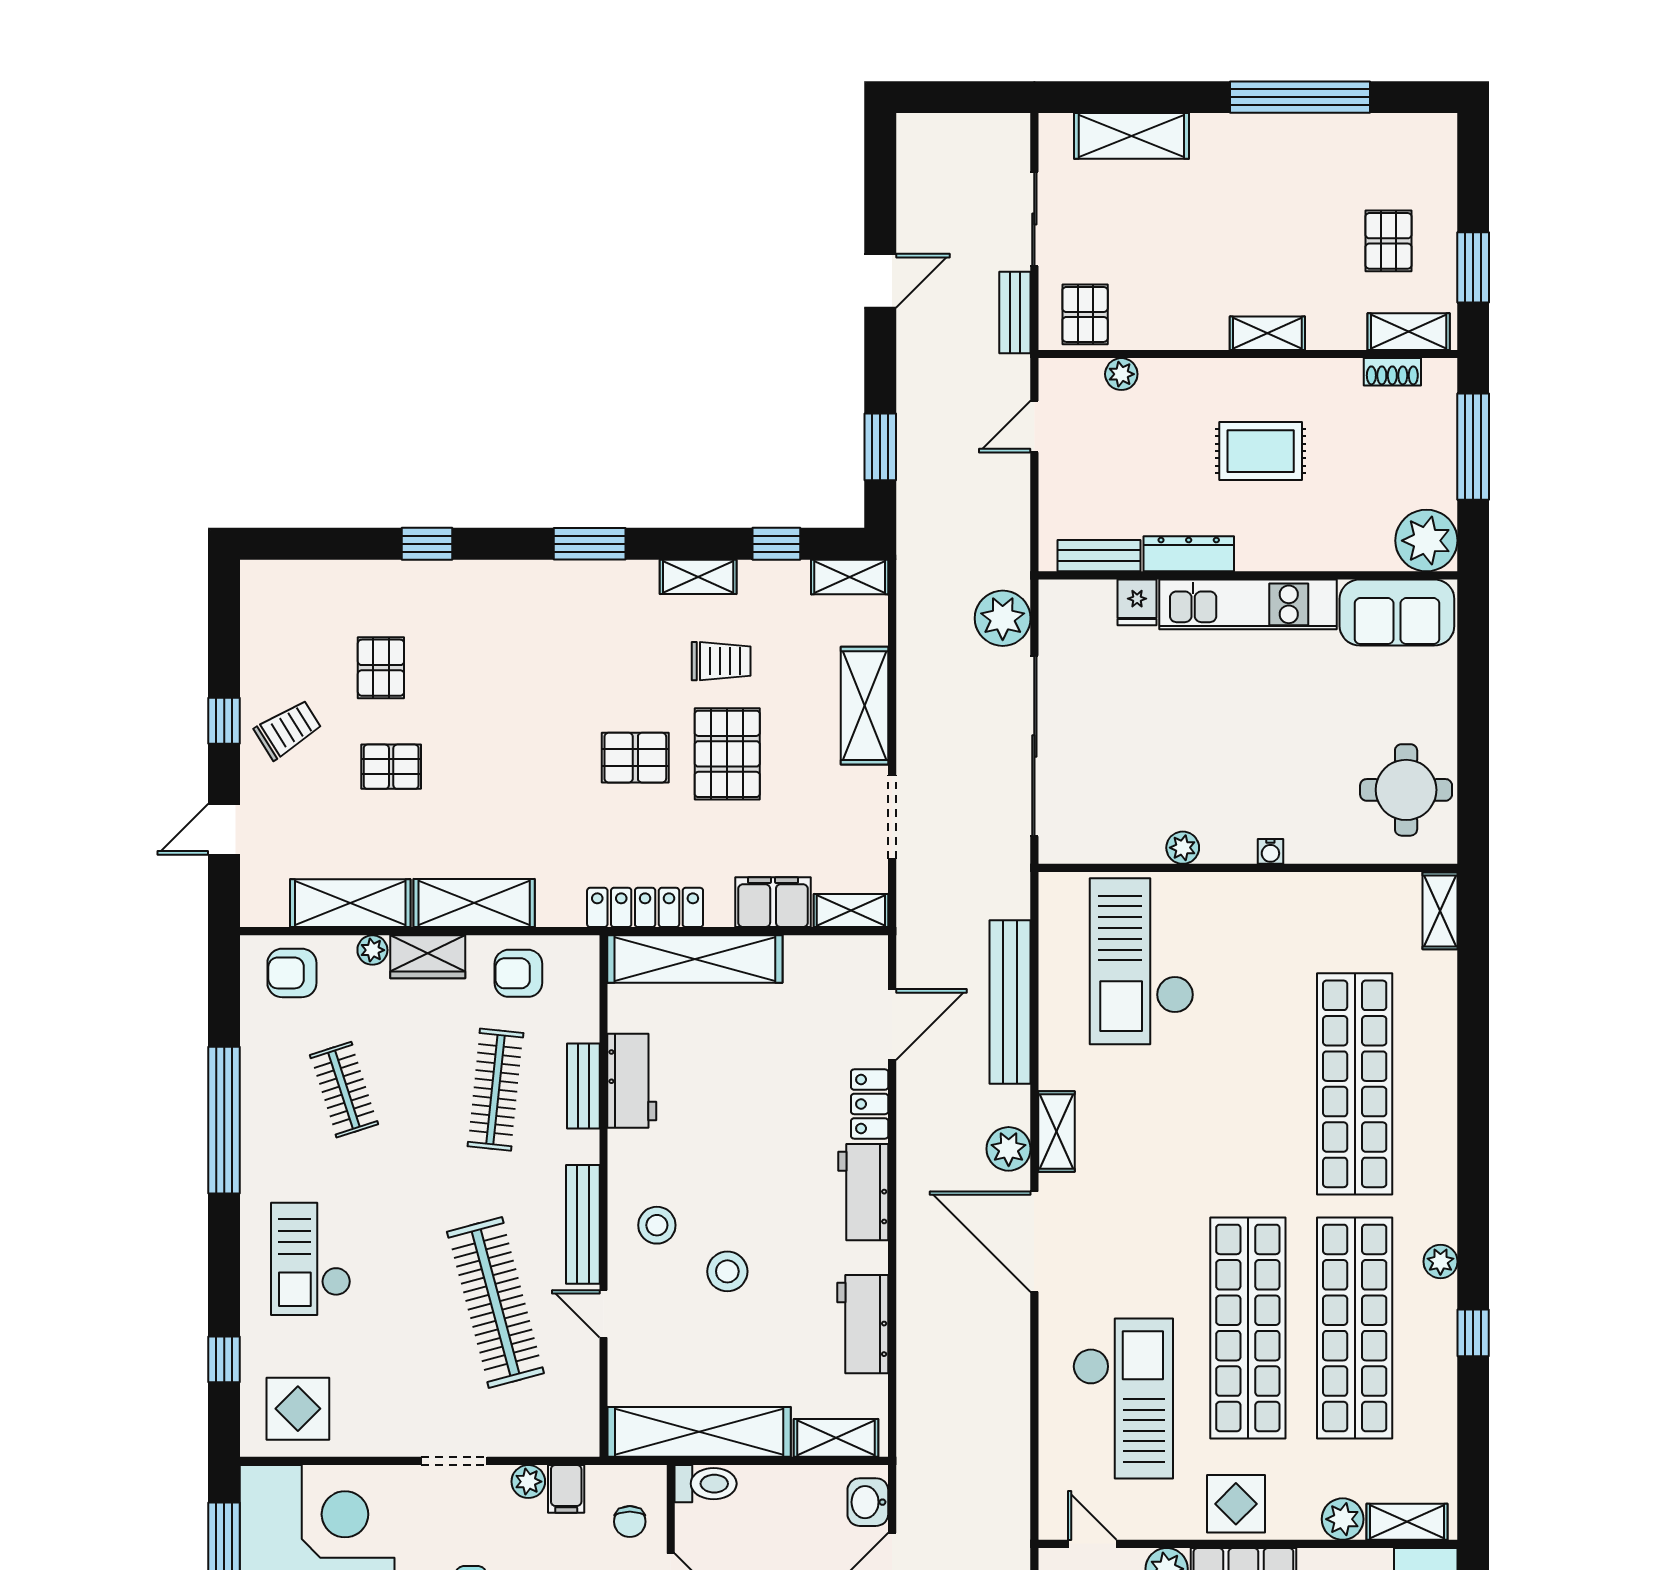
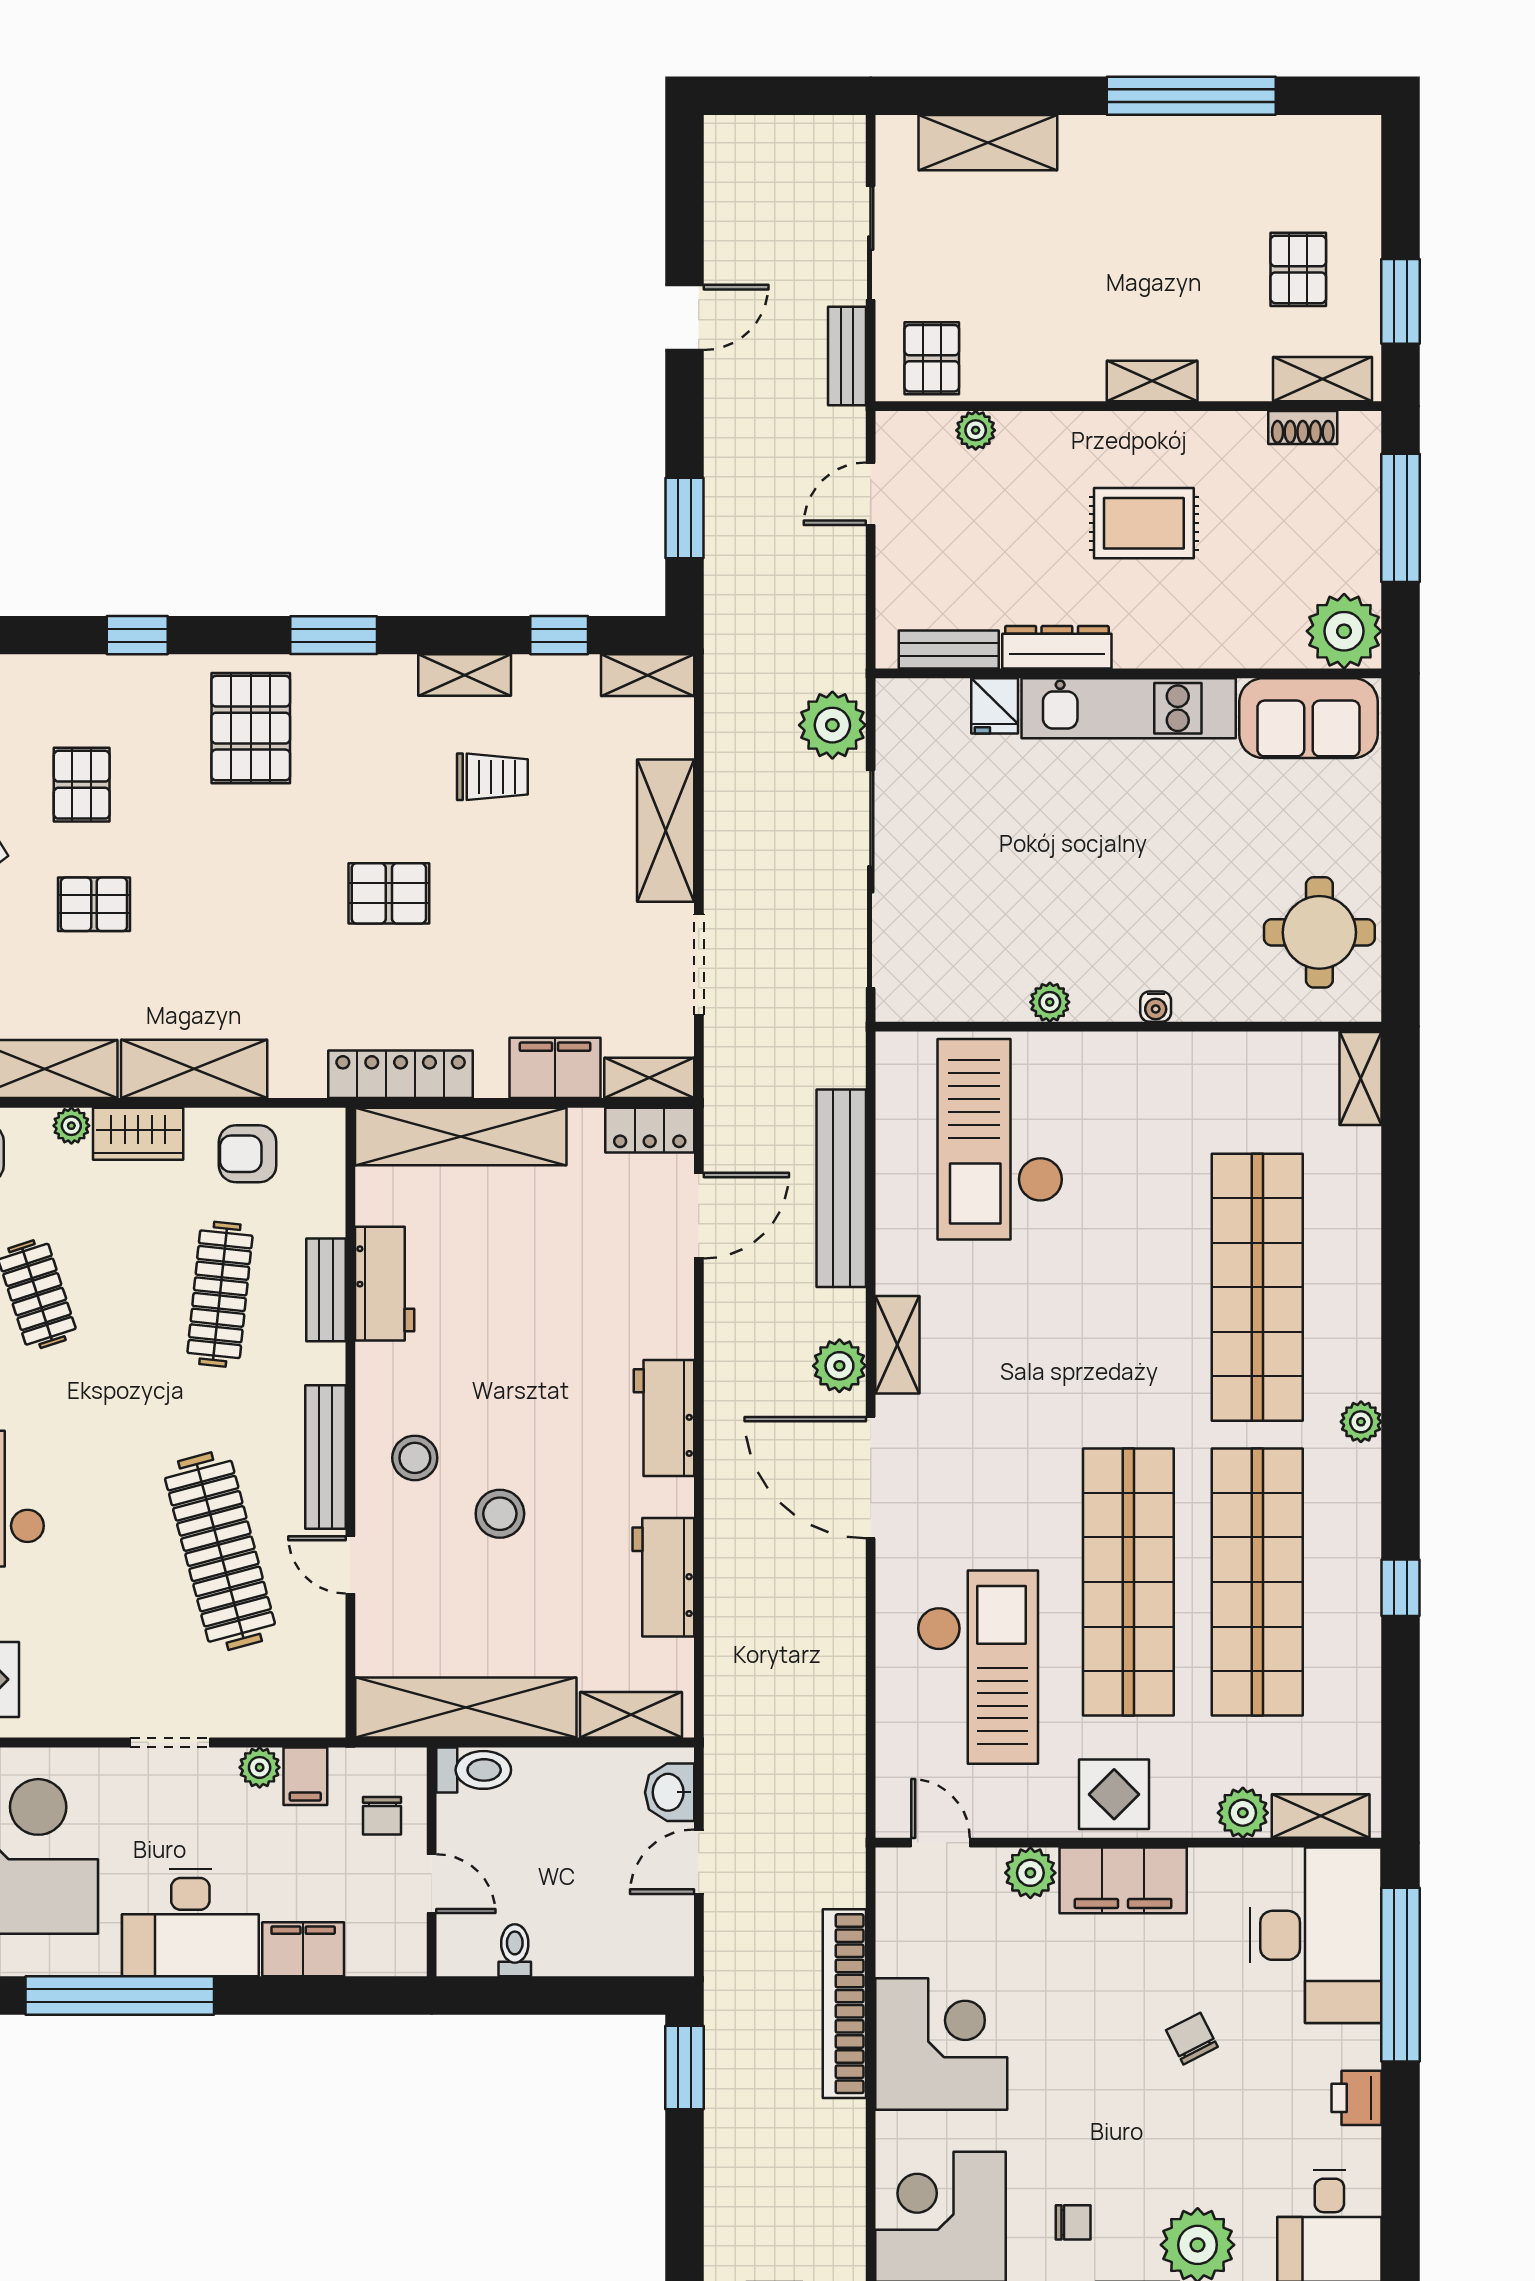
pallet: (727, 754) -> (251, 728), moved
locker: (870, 1104) -> (650, 1130), moved, turned -90
plant: (1440, 1262) -> (1361, 1422), moved

